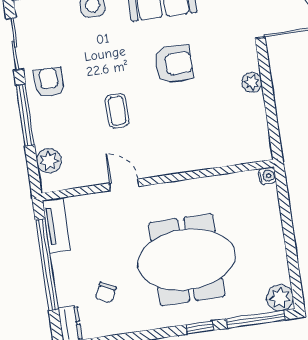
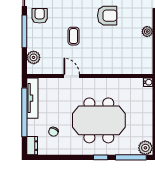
tv unit: (56, 225) -> (32, 98), width x1.41

